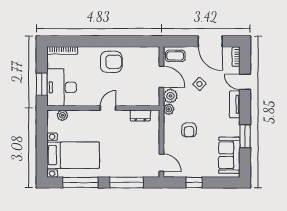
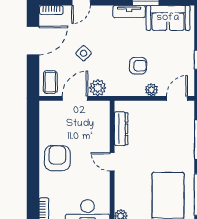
tv unit: (235, 104) -> (129, 12), moved
plant: (169, 109) -> (151, 90), moved
dresser: (140, 116) -> (121, 129), width x1.44

